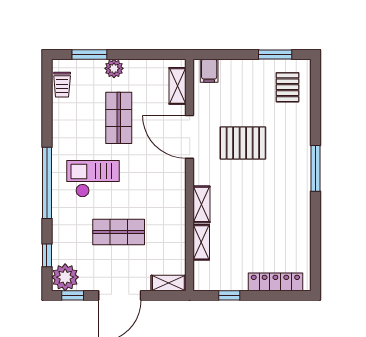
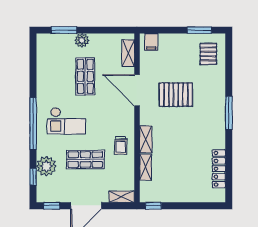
trolley: (62, 85) -> (121, 145), moved
checkout: (93, 179) -> (67, 121), turned 180
plant: (65, 277) -> (46, 166), moved
locker: (275, 282) -> (219, 169), moved, turned -90
window: (229, 295) -> (153, 206), moved

